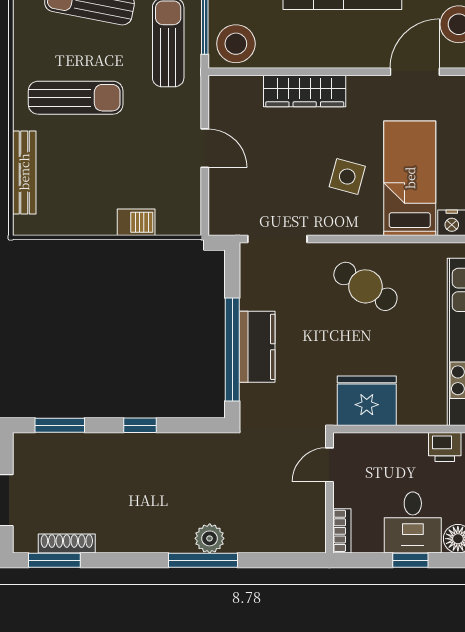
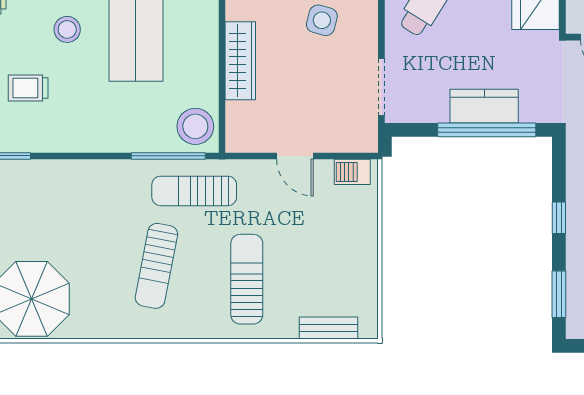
door: (205, 148) -> (295, 156), swing flipped
bench: (24, 172) -> (329, 328), width x0.73
barbecue: (136, 222) -> (352, 172), moved, turned -90

